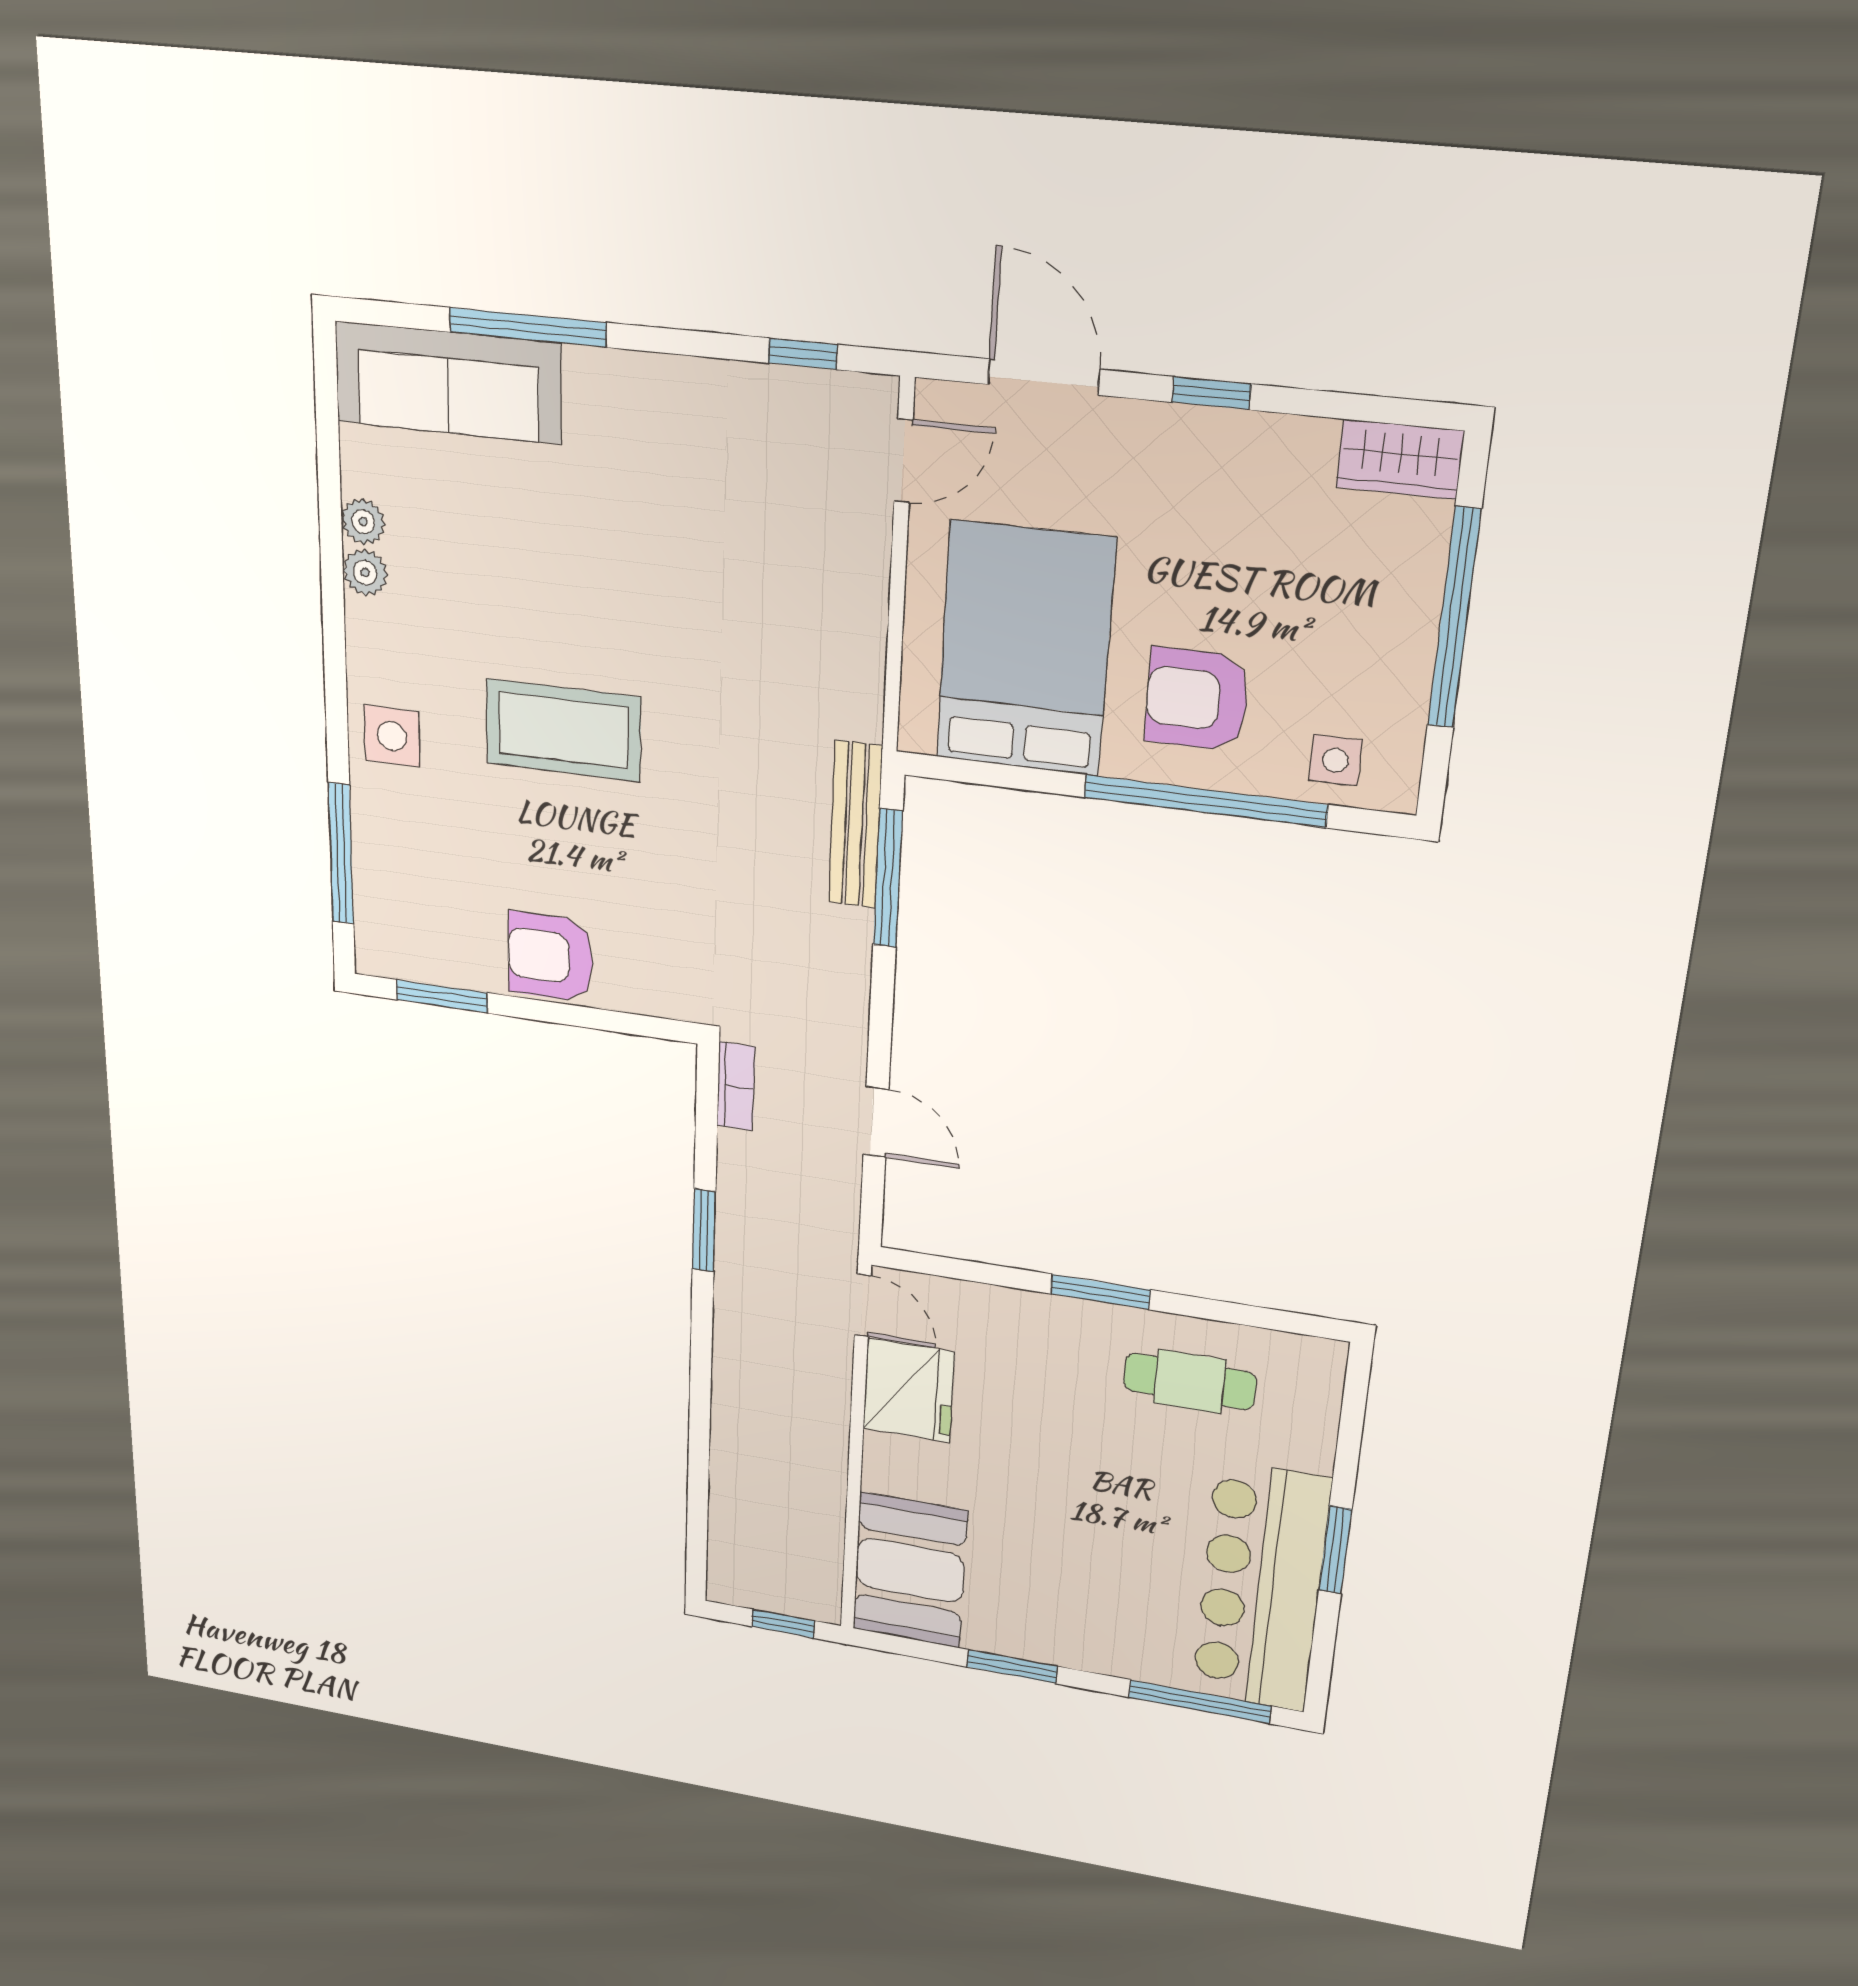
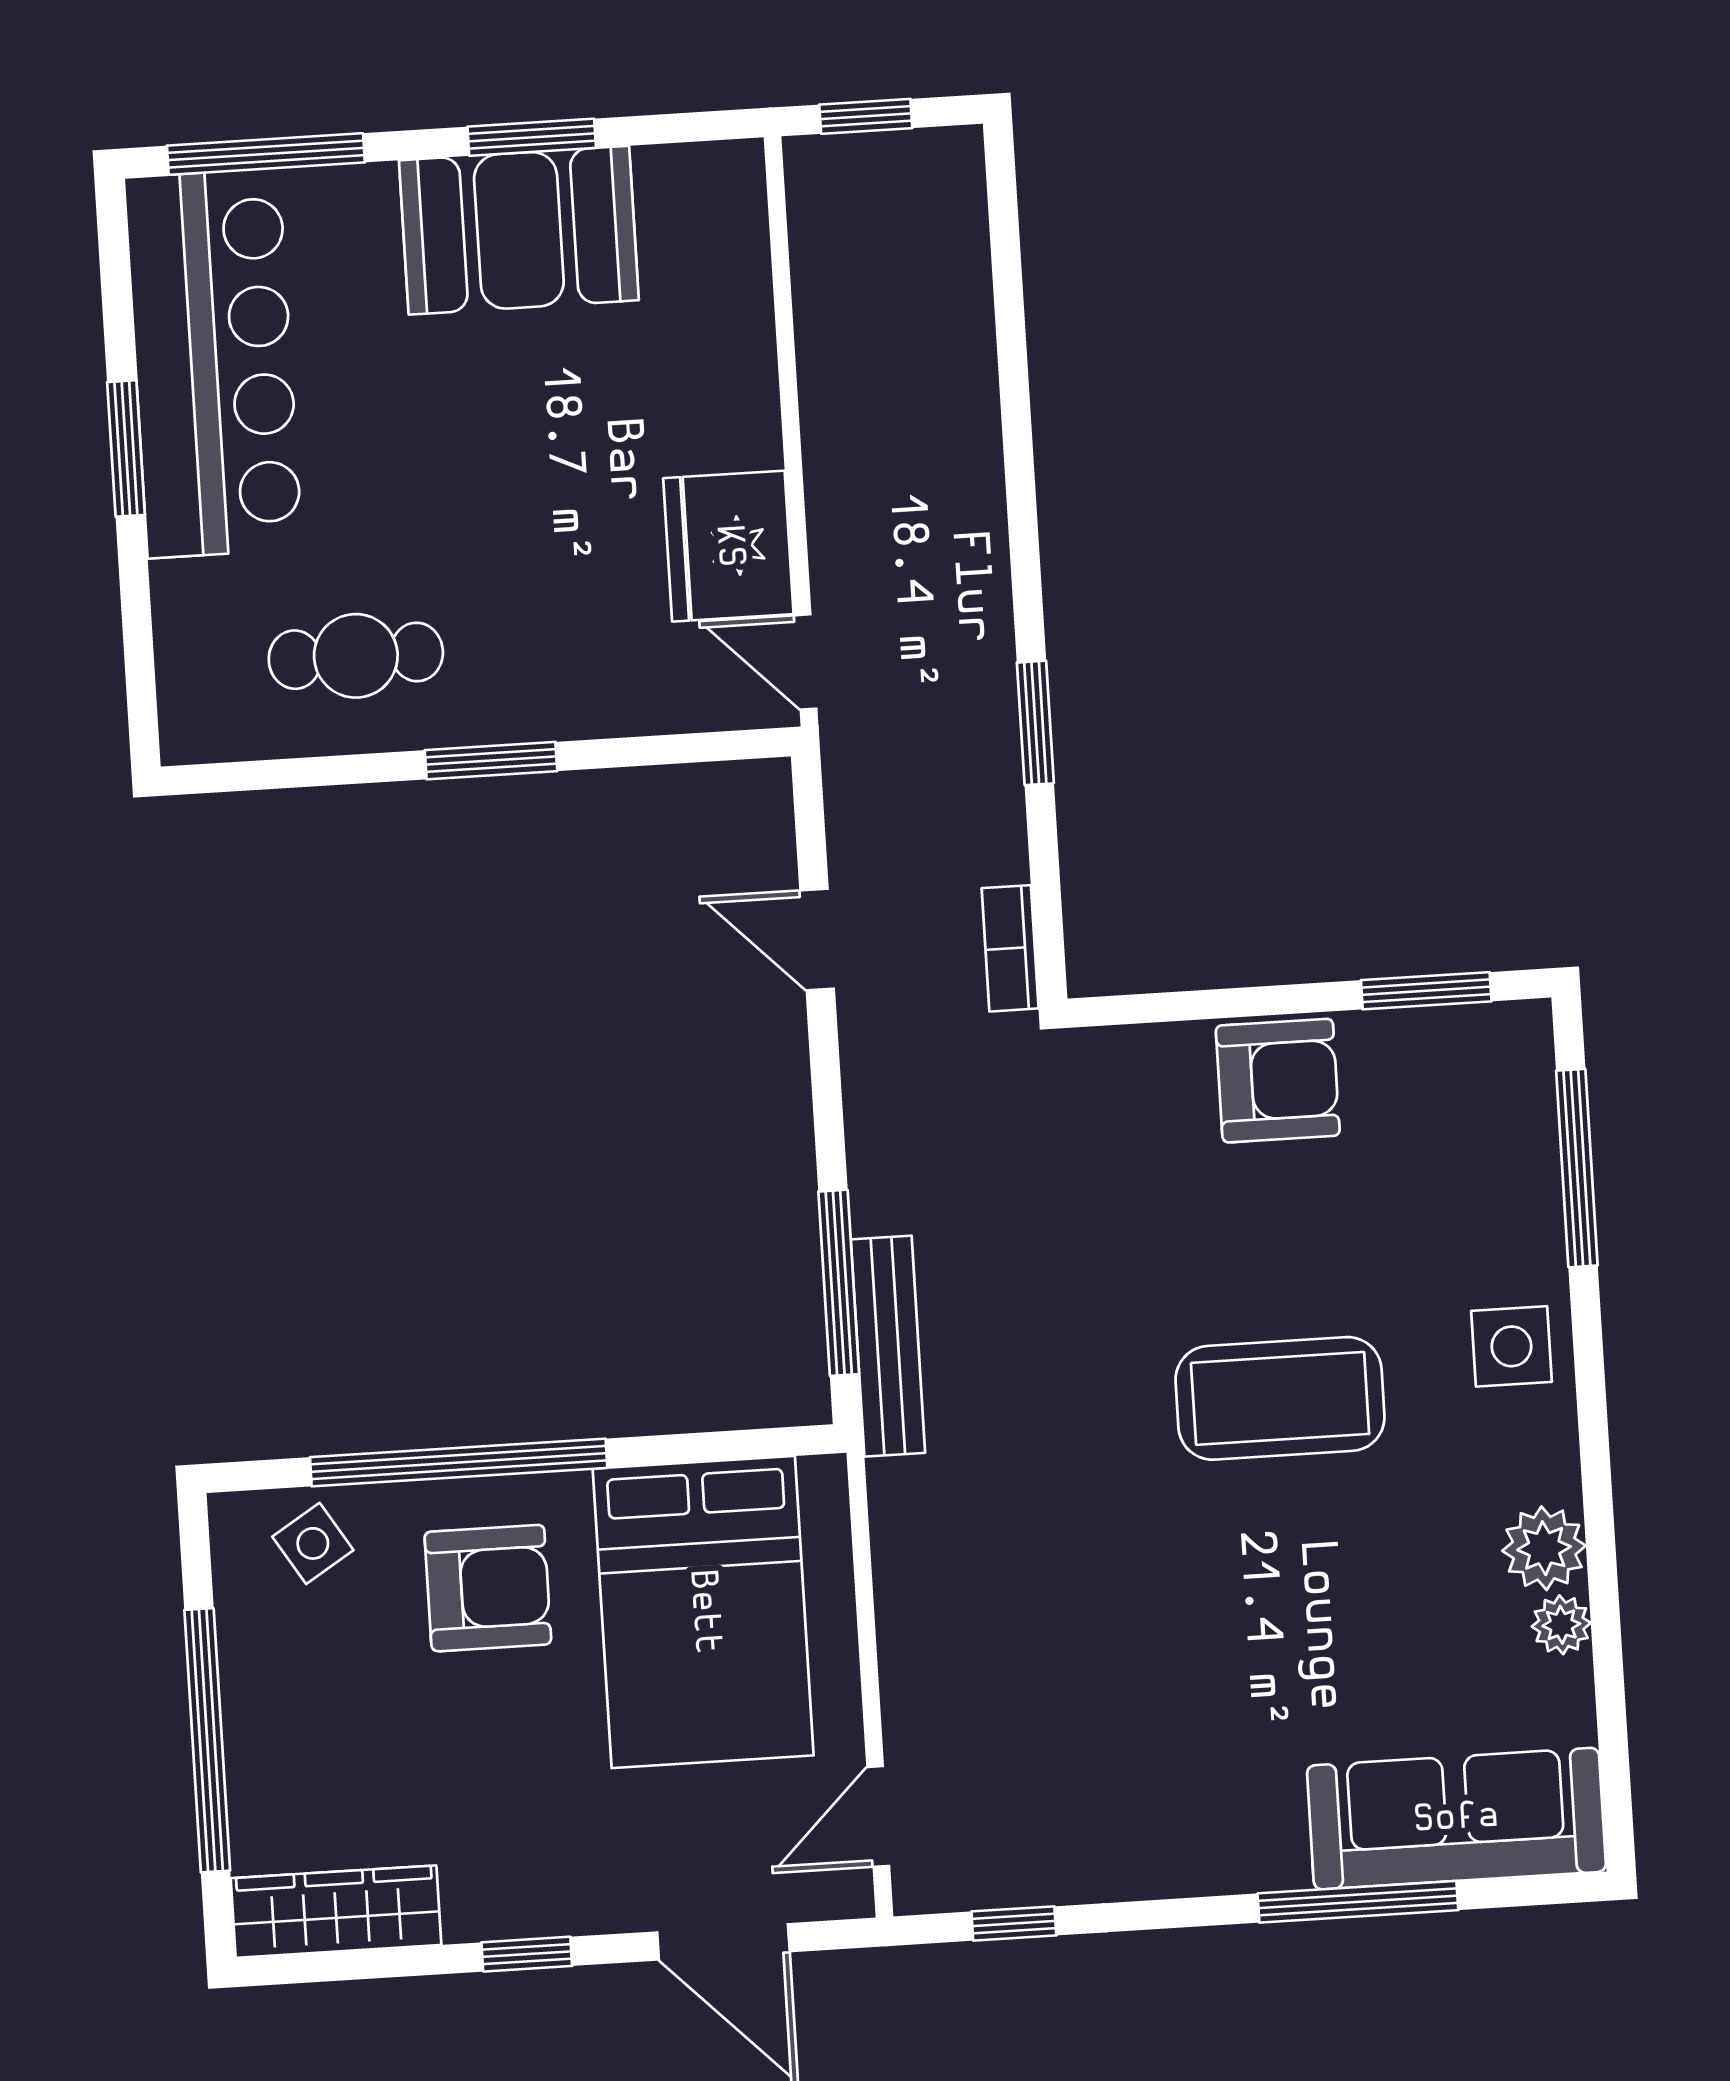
wardrobe: (1400, 459) -> (336, 1912), width x1.50
plant: (365, 573) -> (1544, 1548), width x1.38, depth x1.38
side table: (1335, 760) -> (313, 1543), turned -32
booth: (910, 1570) -> (519, 230), moved, turned 90

